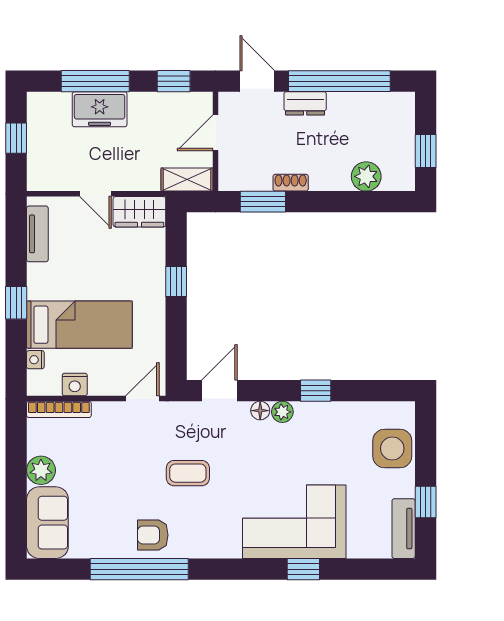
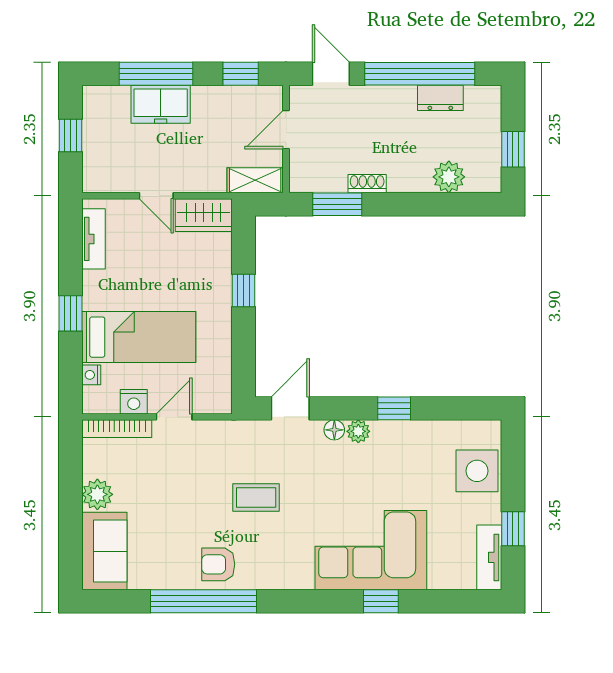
dresser: (305, 103) -> (440, 98), moved
door: (142, 399) -> (174, 417), moved

